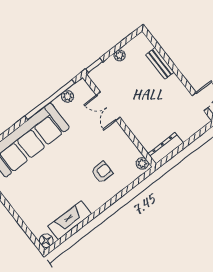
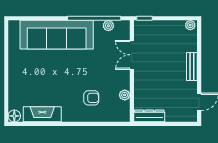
plant: (120, 55) -> (190, 25), moved
bench: (160, 63) -> (192, 66), moved
plant: (142, 163) -> (125, 95), moved

